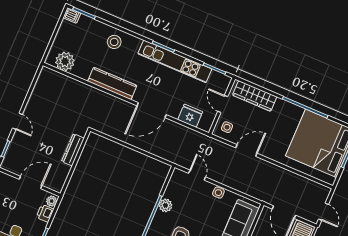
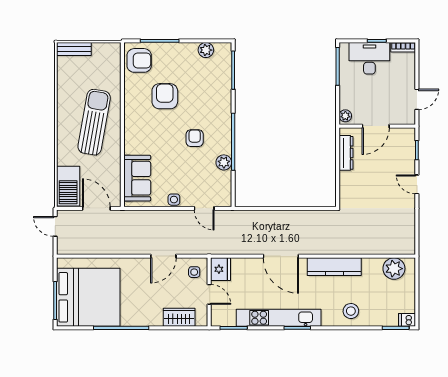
wardrobe: (255, 96) -> (179, 317), width x0.67
door: (152, 110) -> (281, 256), swing flipped
fridge: (190, 116) -> (220, 269), moved, turned -90
dresser: (73, 150) -> (346, 153), moved
printer: (45, 213) -> (347, 100), removed

